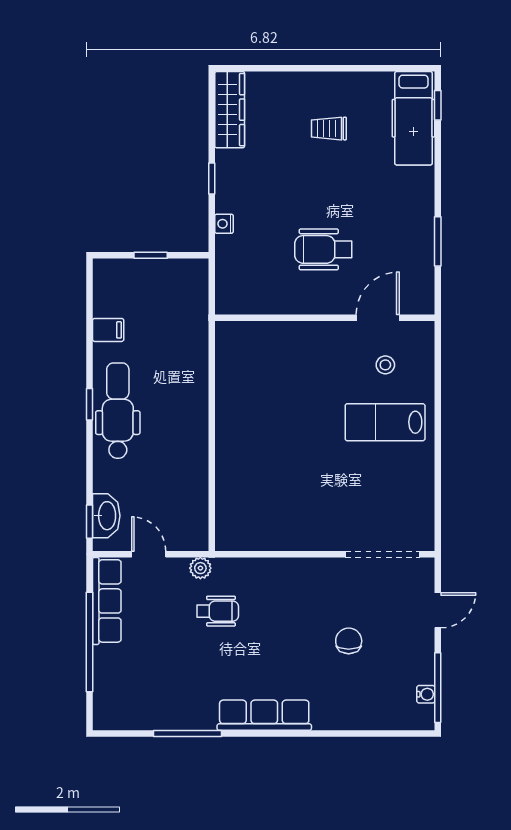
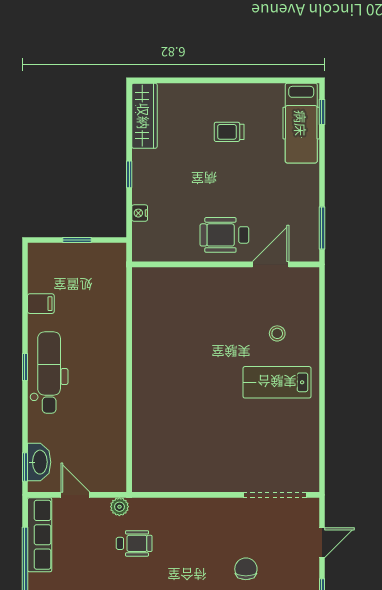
wall: (325, 318) -> (226, 264), moved
door: (378, 318) -> (271, 264), moved

